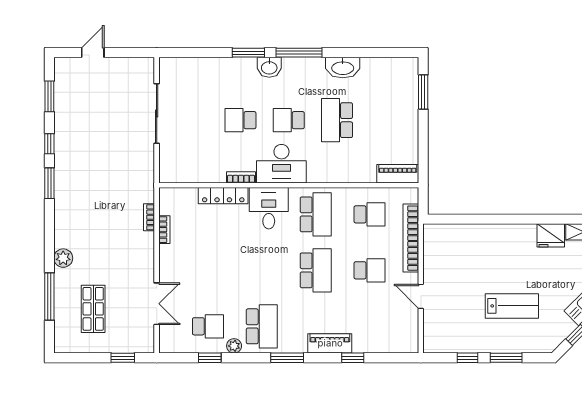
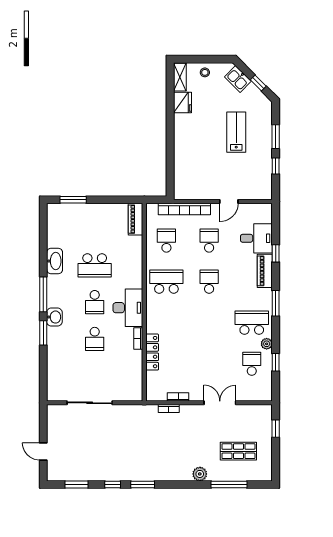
desk: (269, 208) -> (256, 238), moved, turned 180
school desk: (316, 270) -> (209, 282), width x0.54
double door: (157, 304) -> (220, 403), moved

